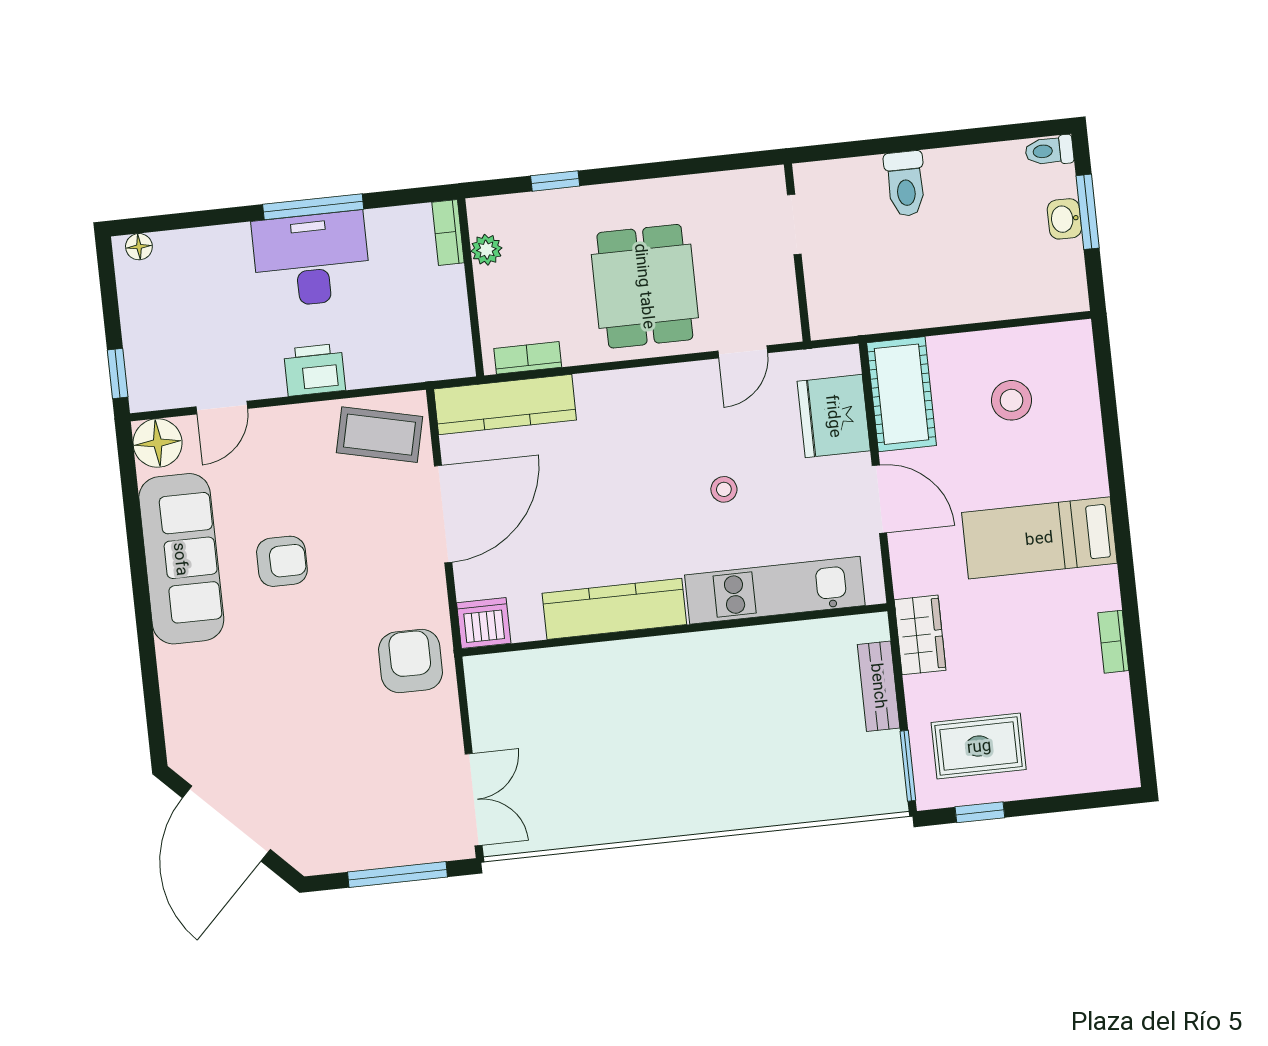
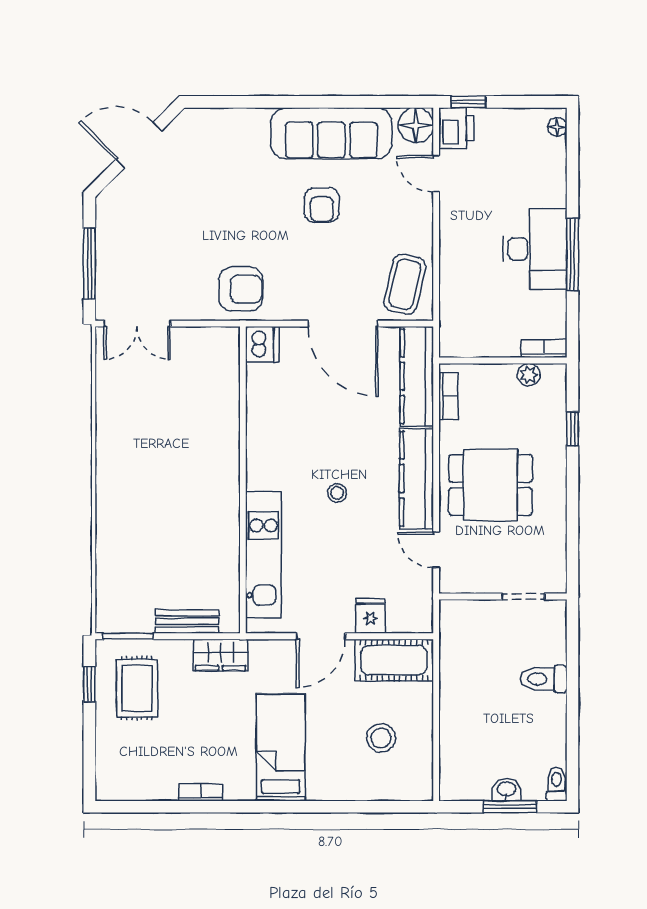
printer: (315, 370) -> (456, 128), moved
fridge: (834, 416) -> (370, 616), width x0.53, depth x0.75
stool: (724, 489) -> (337, 493), moved
kitchen counter: (614, 609) -> (416, 479), moved, turned 180
door: (226, 824) -> (139, 145), width x0.73

